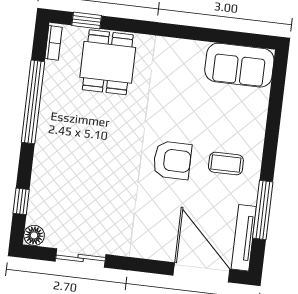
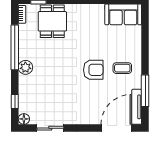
plant: (48, 141) -> (25, 67), added
door: (201, 272) -> (116, 128), hinge flipped

